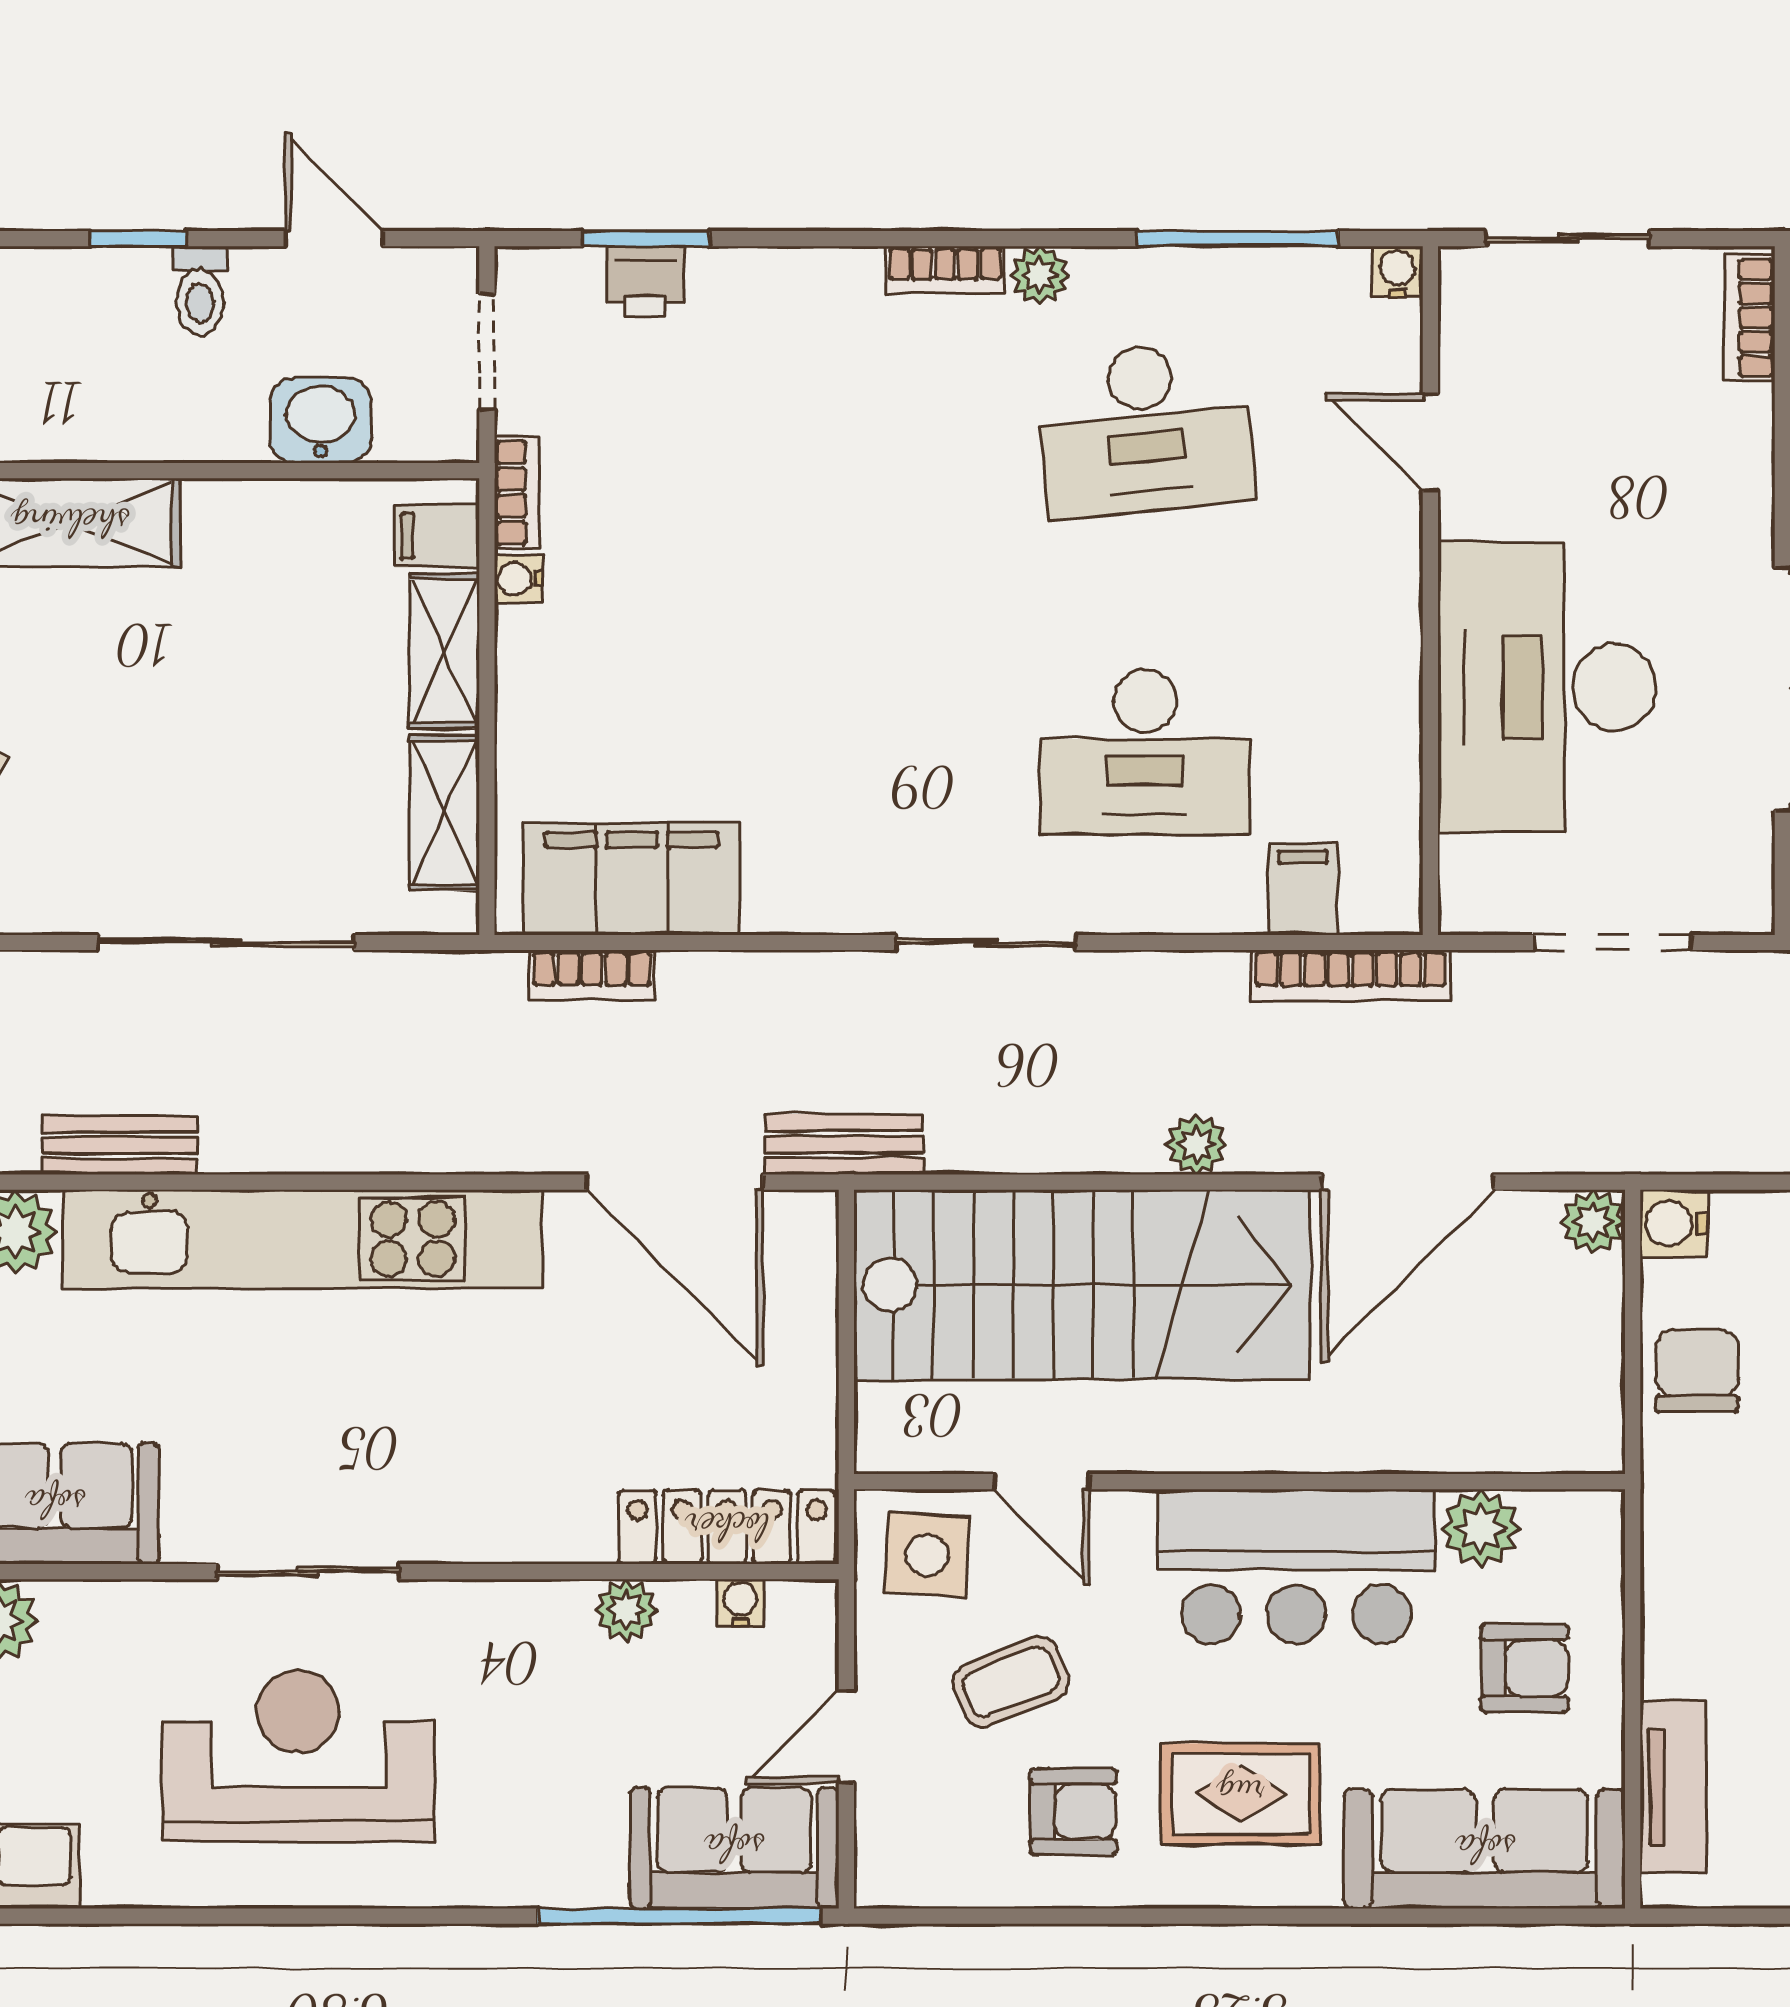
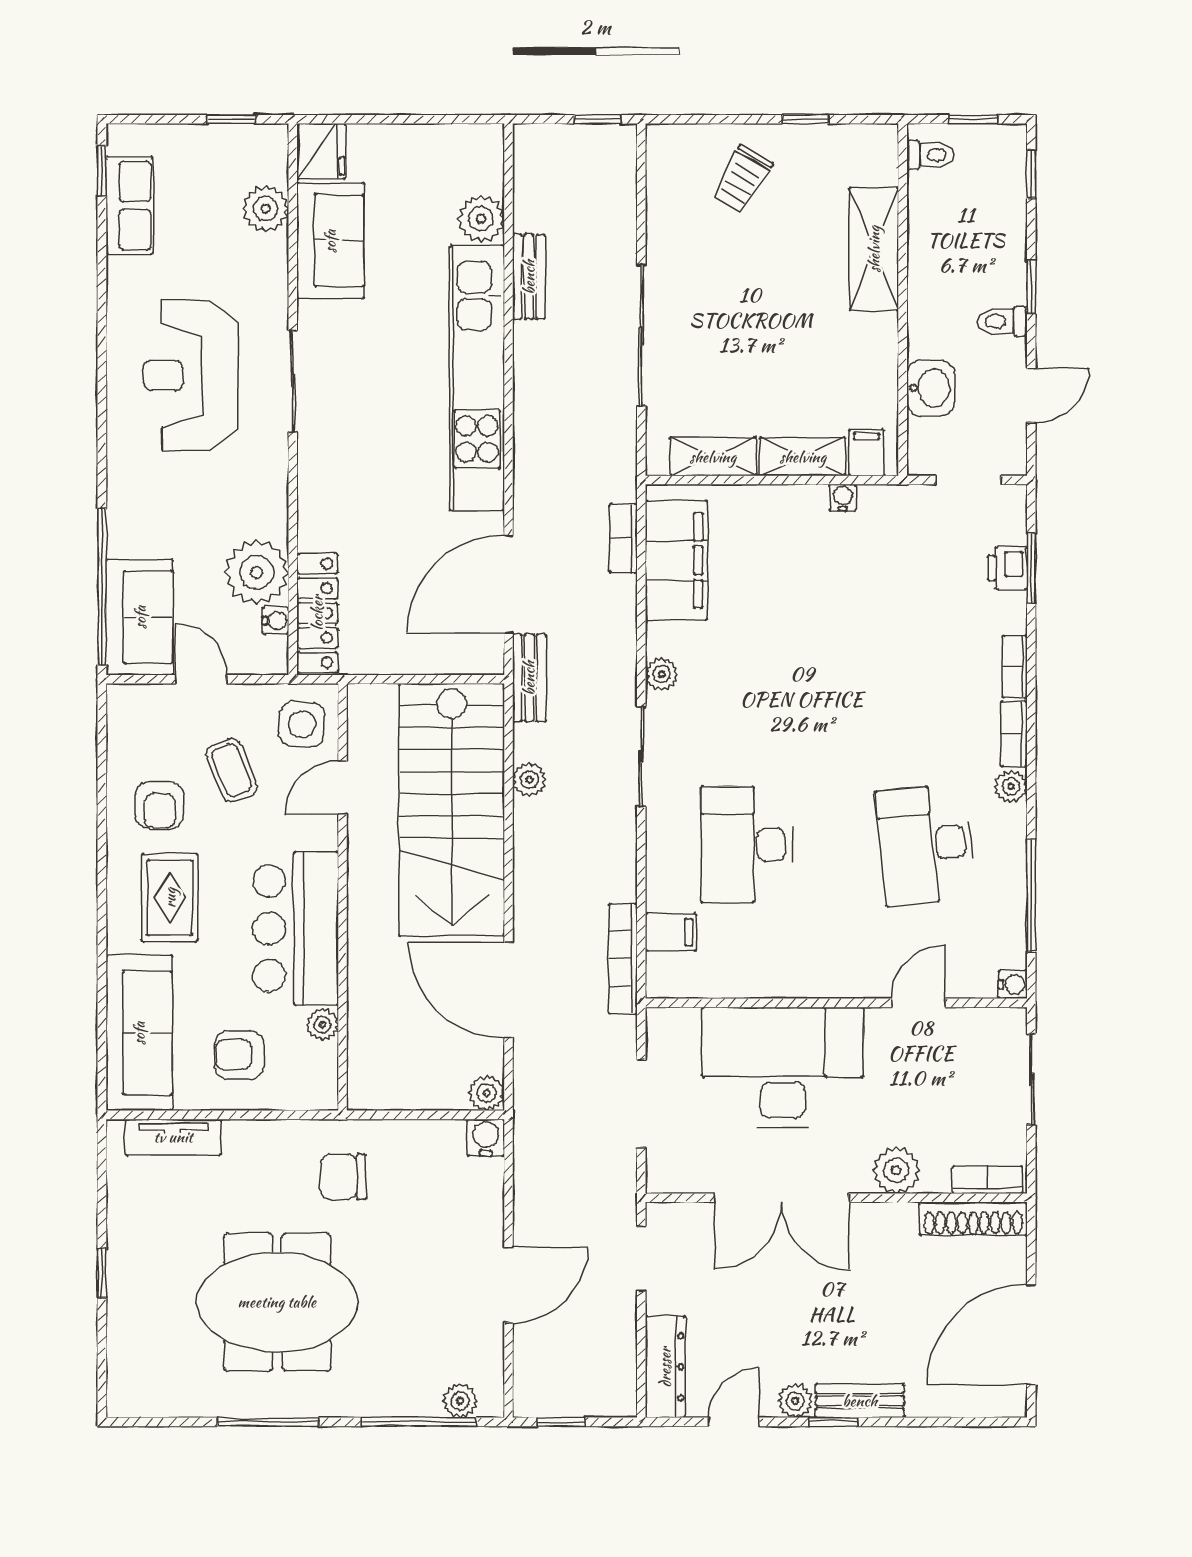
plant: (1732, 482) -> (896, 1170), added
bookcase: (517, 493) -> (1015, 667), moved, turned 90
plant: (837, 906) -> (662, 674), added
plant: (1197, 1144) -> (529, 780), moved
chair: (1697, 1371) -> (343, 1177), moved, turned 180
plant: (1481, 1529) -> (323, 1025), width x0.73, depth x0.73
plant: (626, 1610) -> (257, 572), width x1.88, depth x1.88
armchair: (1524, 1668) -> (239, 1055), turned 90
reception desk: (298, 1756) -> (190, 375), turned 180

